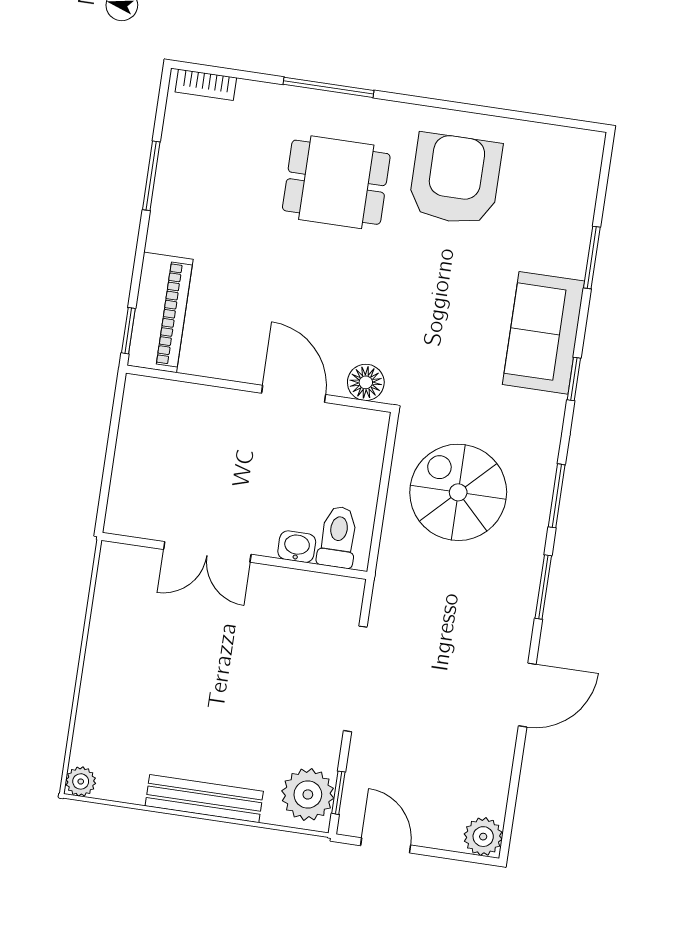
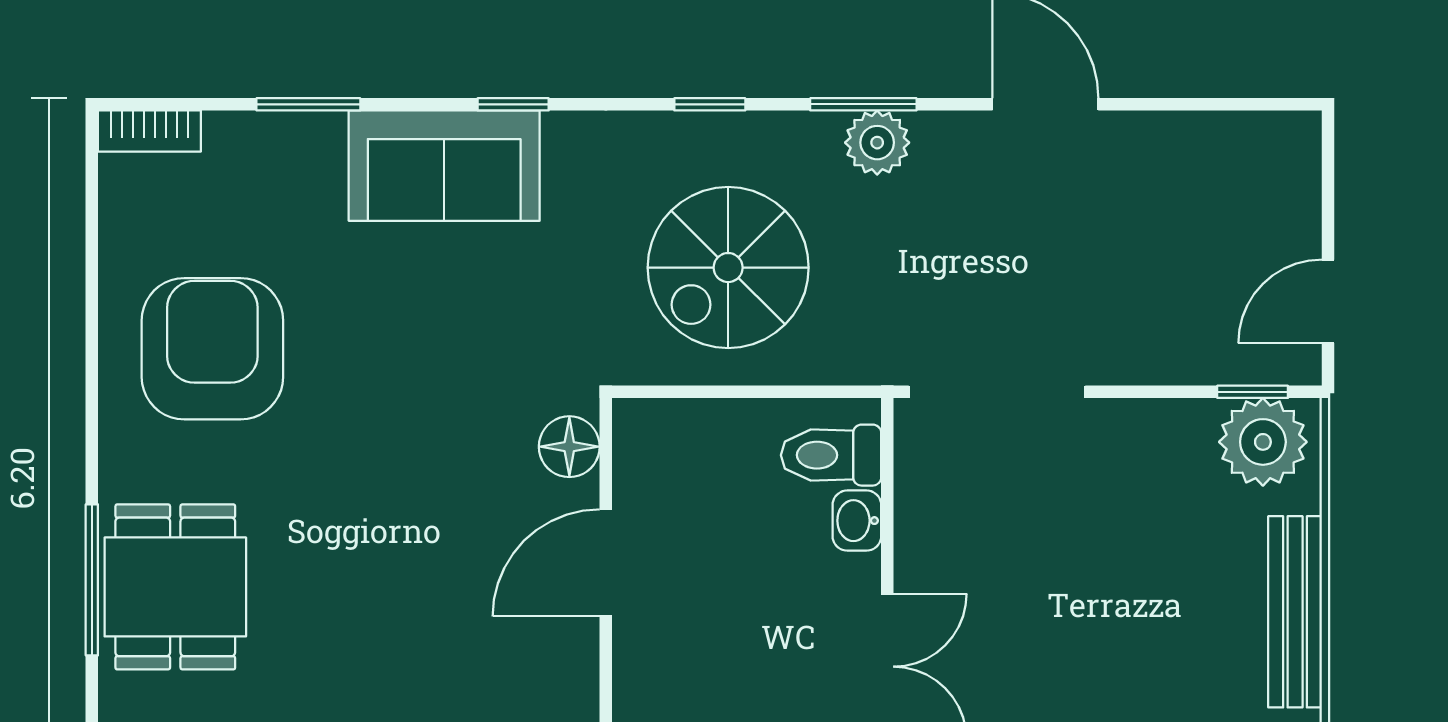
bookcase: (590, 161) -> (149, 131), added
armchair: (455, 179) -> (212, 349), turned 90
dining table: (336, 182) -> (175, 587), moved
window: (557, 496) -> (710, 104), width x0.67
doorway: (355, 679) -> (997, 392), moved
plant: (483, 837) -> (877, 143), moved

